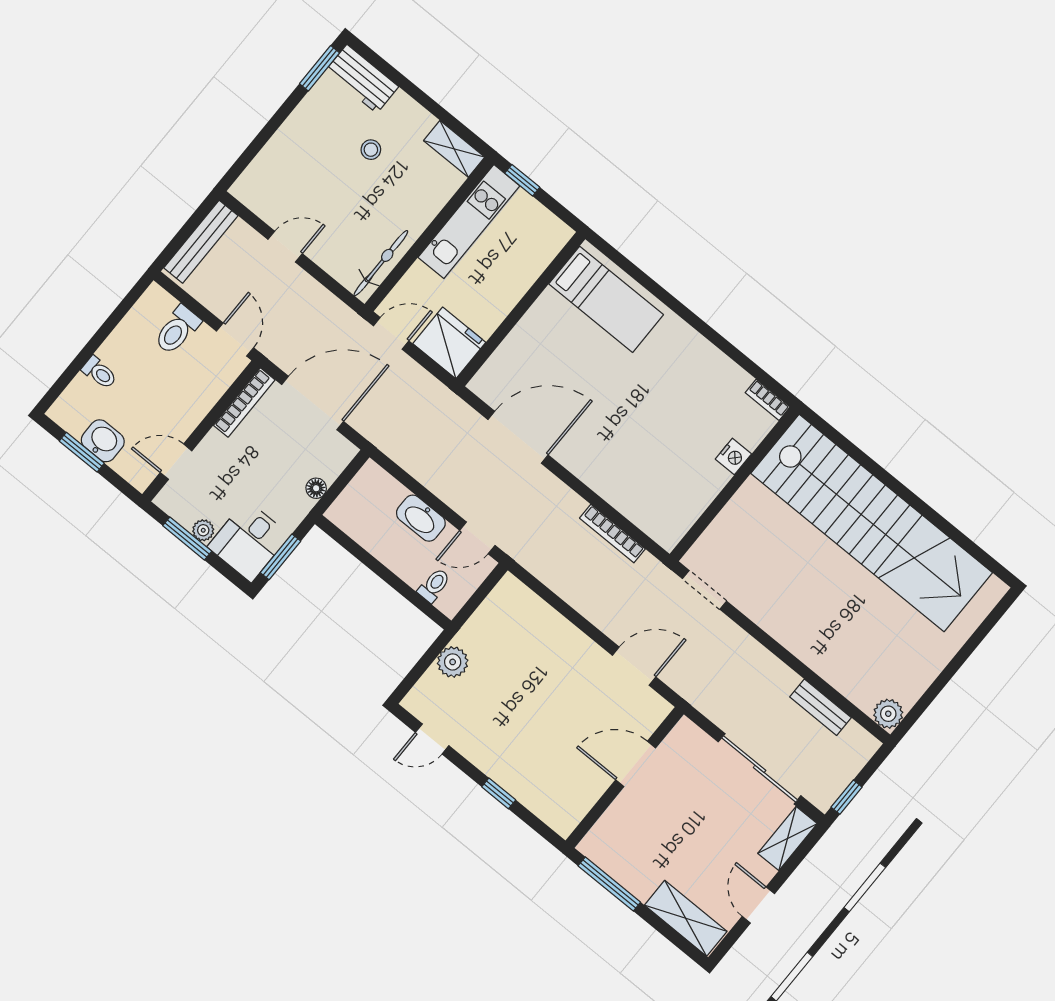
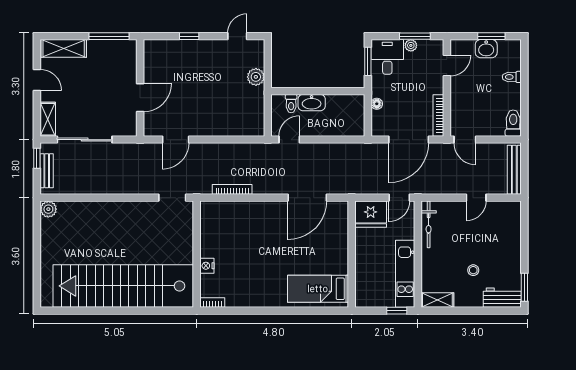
toilet: (177, 330) -> (513, 123), moved
washbasin: (421, 518) -> (312, 103), moved, turned 180
bench: (820, 707) -> (47, 171), moved, turned 90

